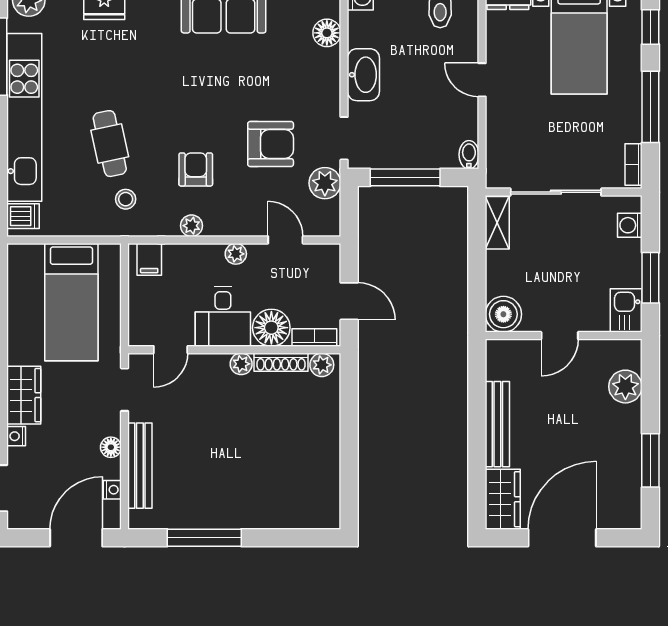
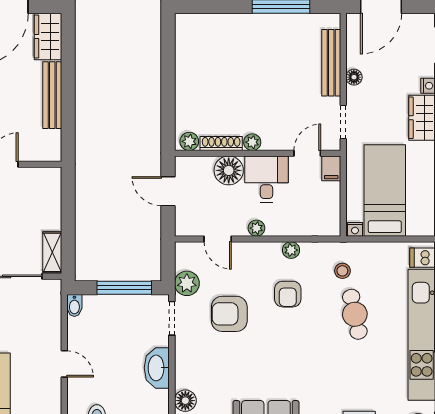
filing cabinet: (149, 259) -> (331, 168), moved, turned 180
boiler: (503, 314) -> (48, 181), removed
bookcase: (314, 337) -> (195, 163), removed
nightstand: (112, 490) -> (355, 229), moved, turned -90

